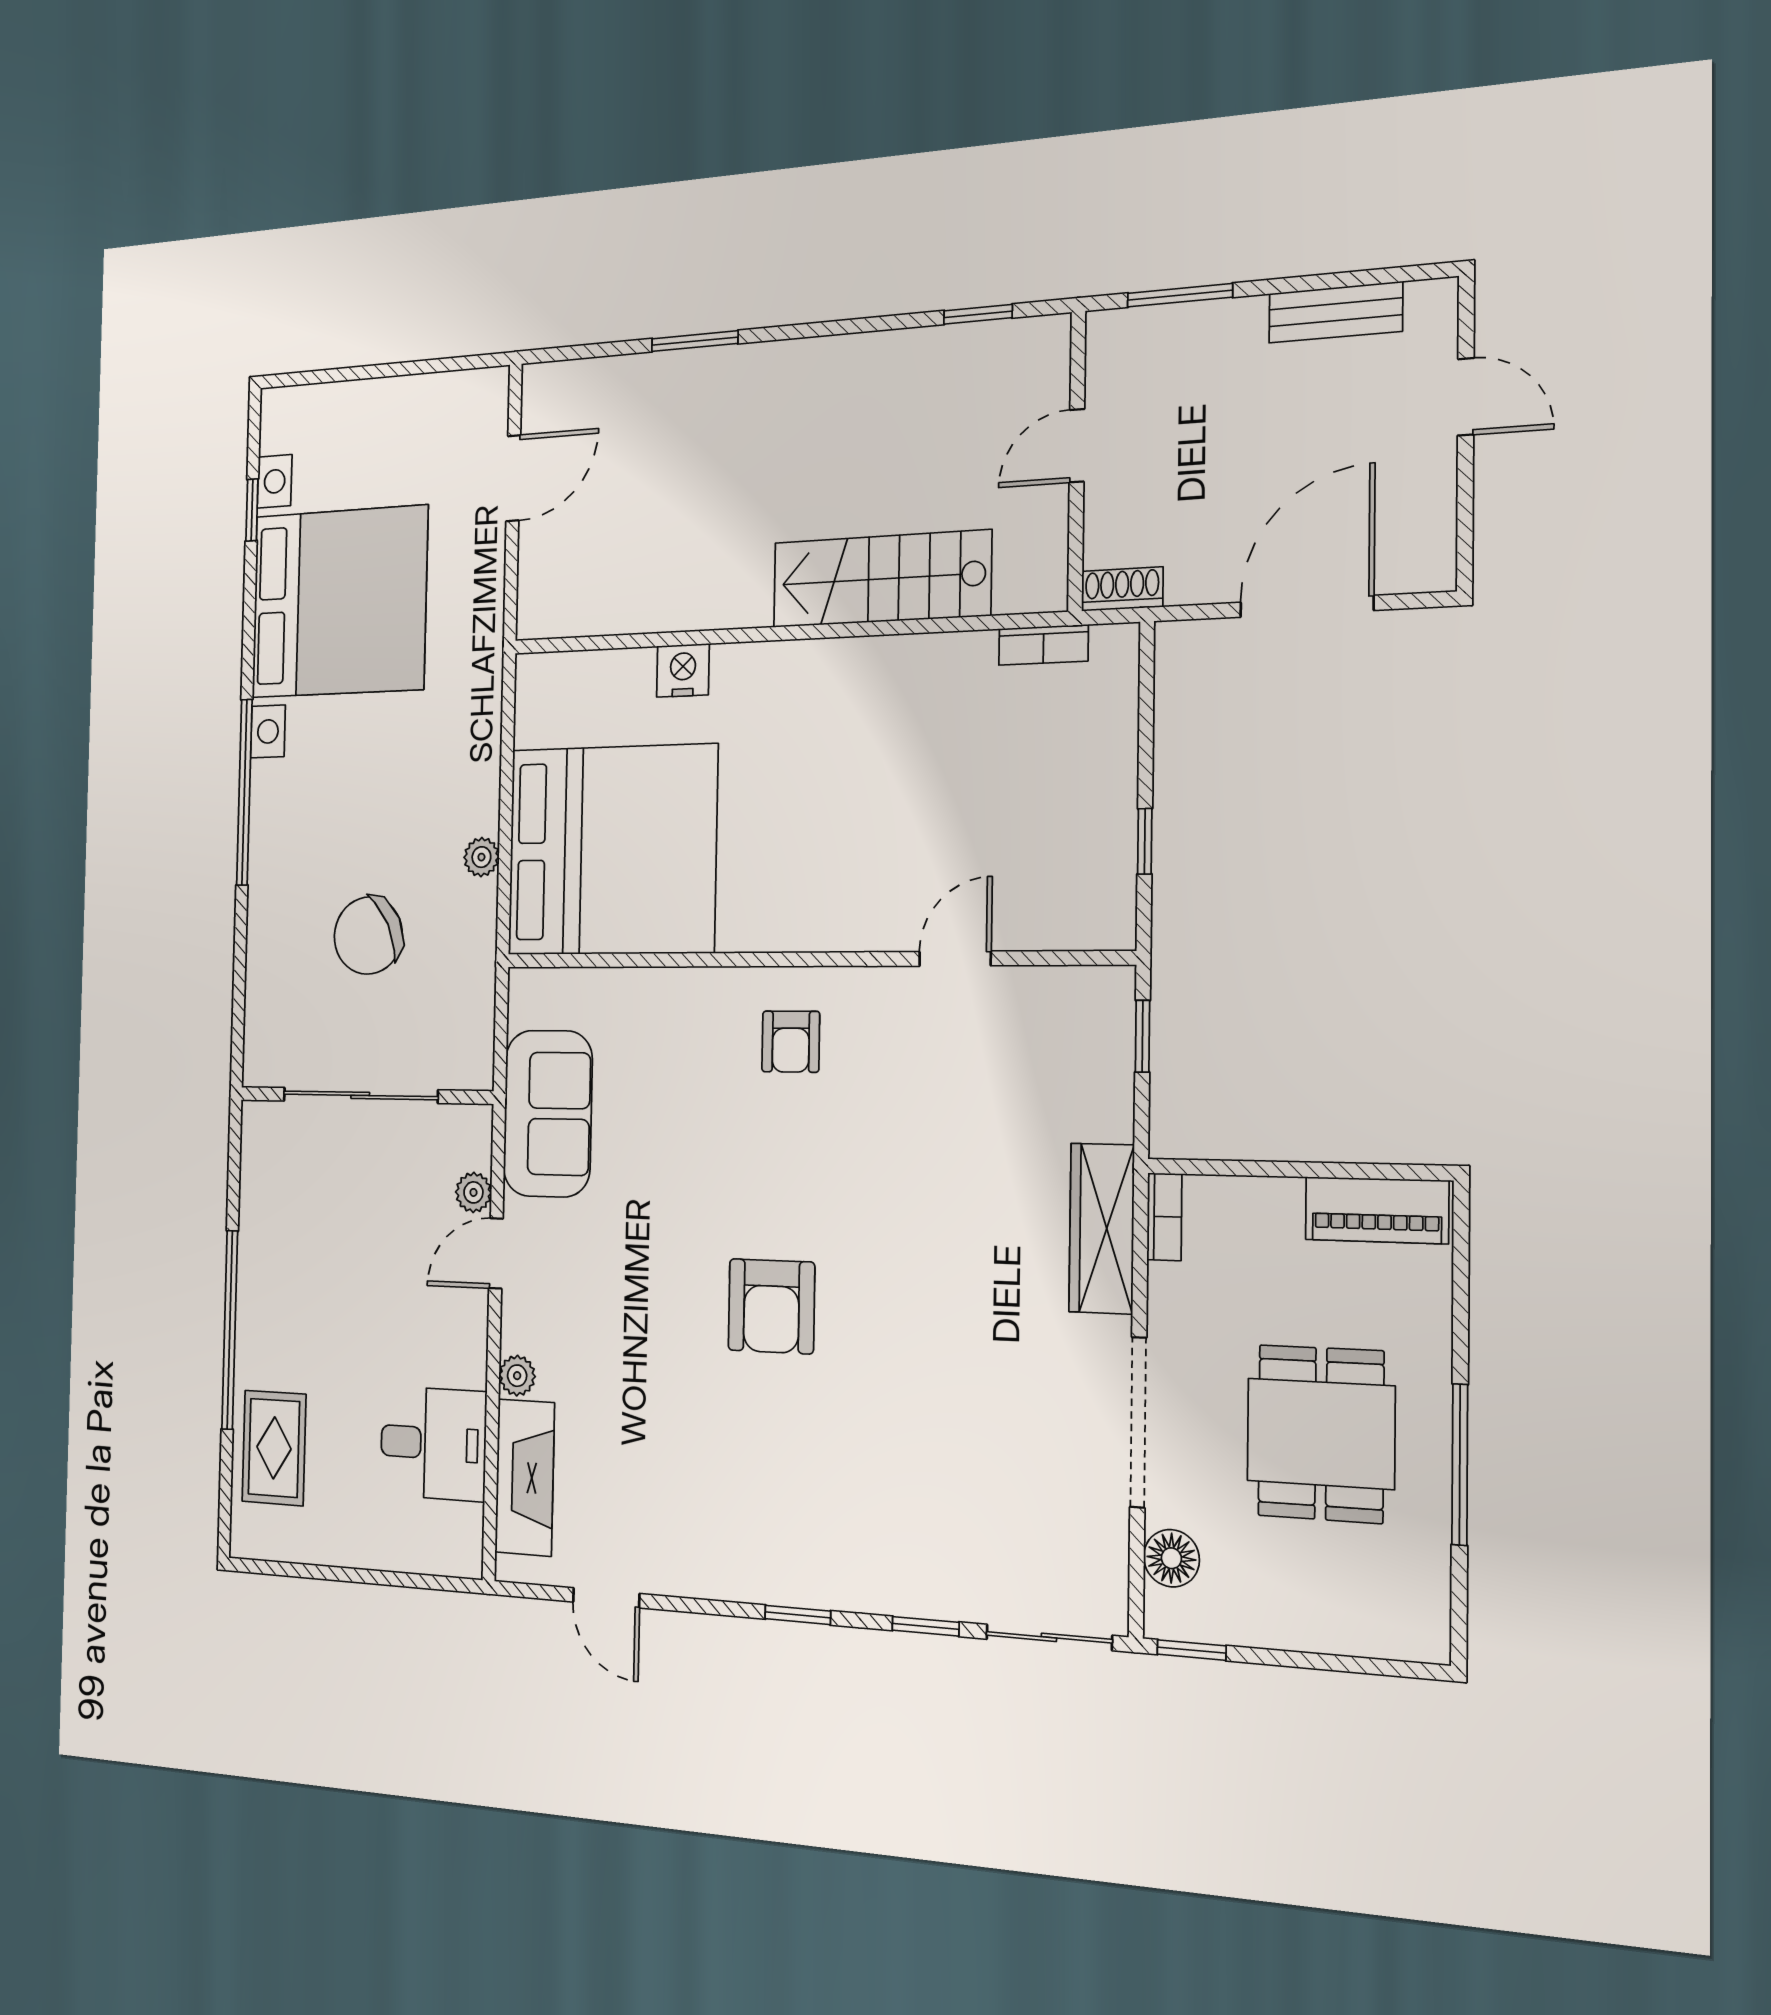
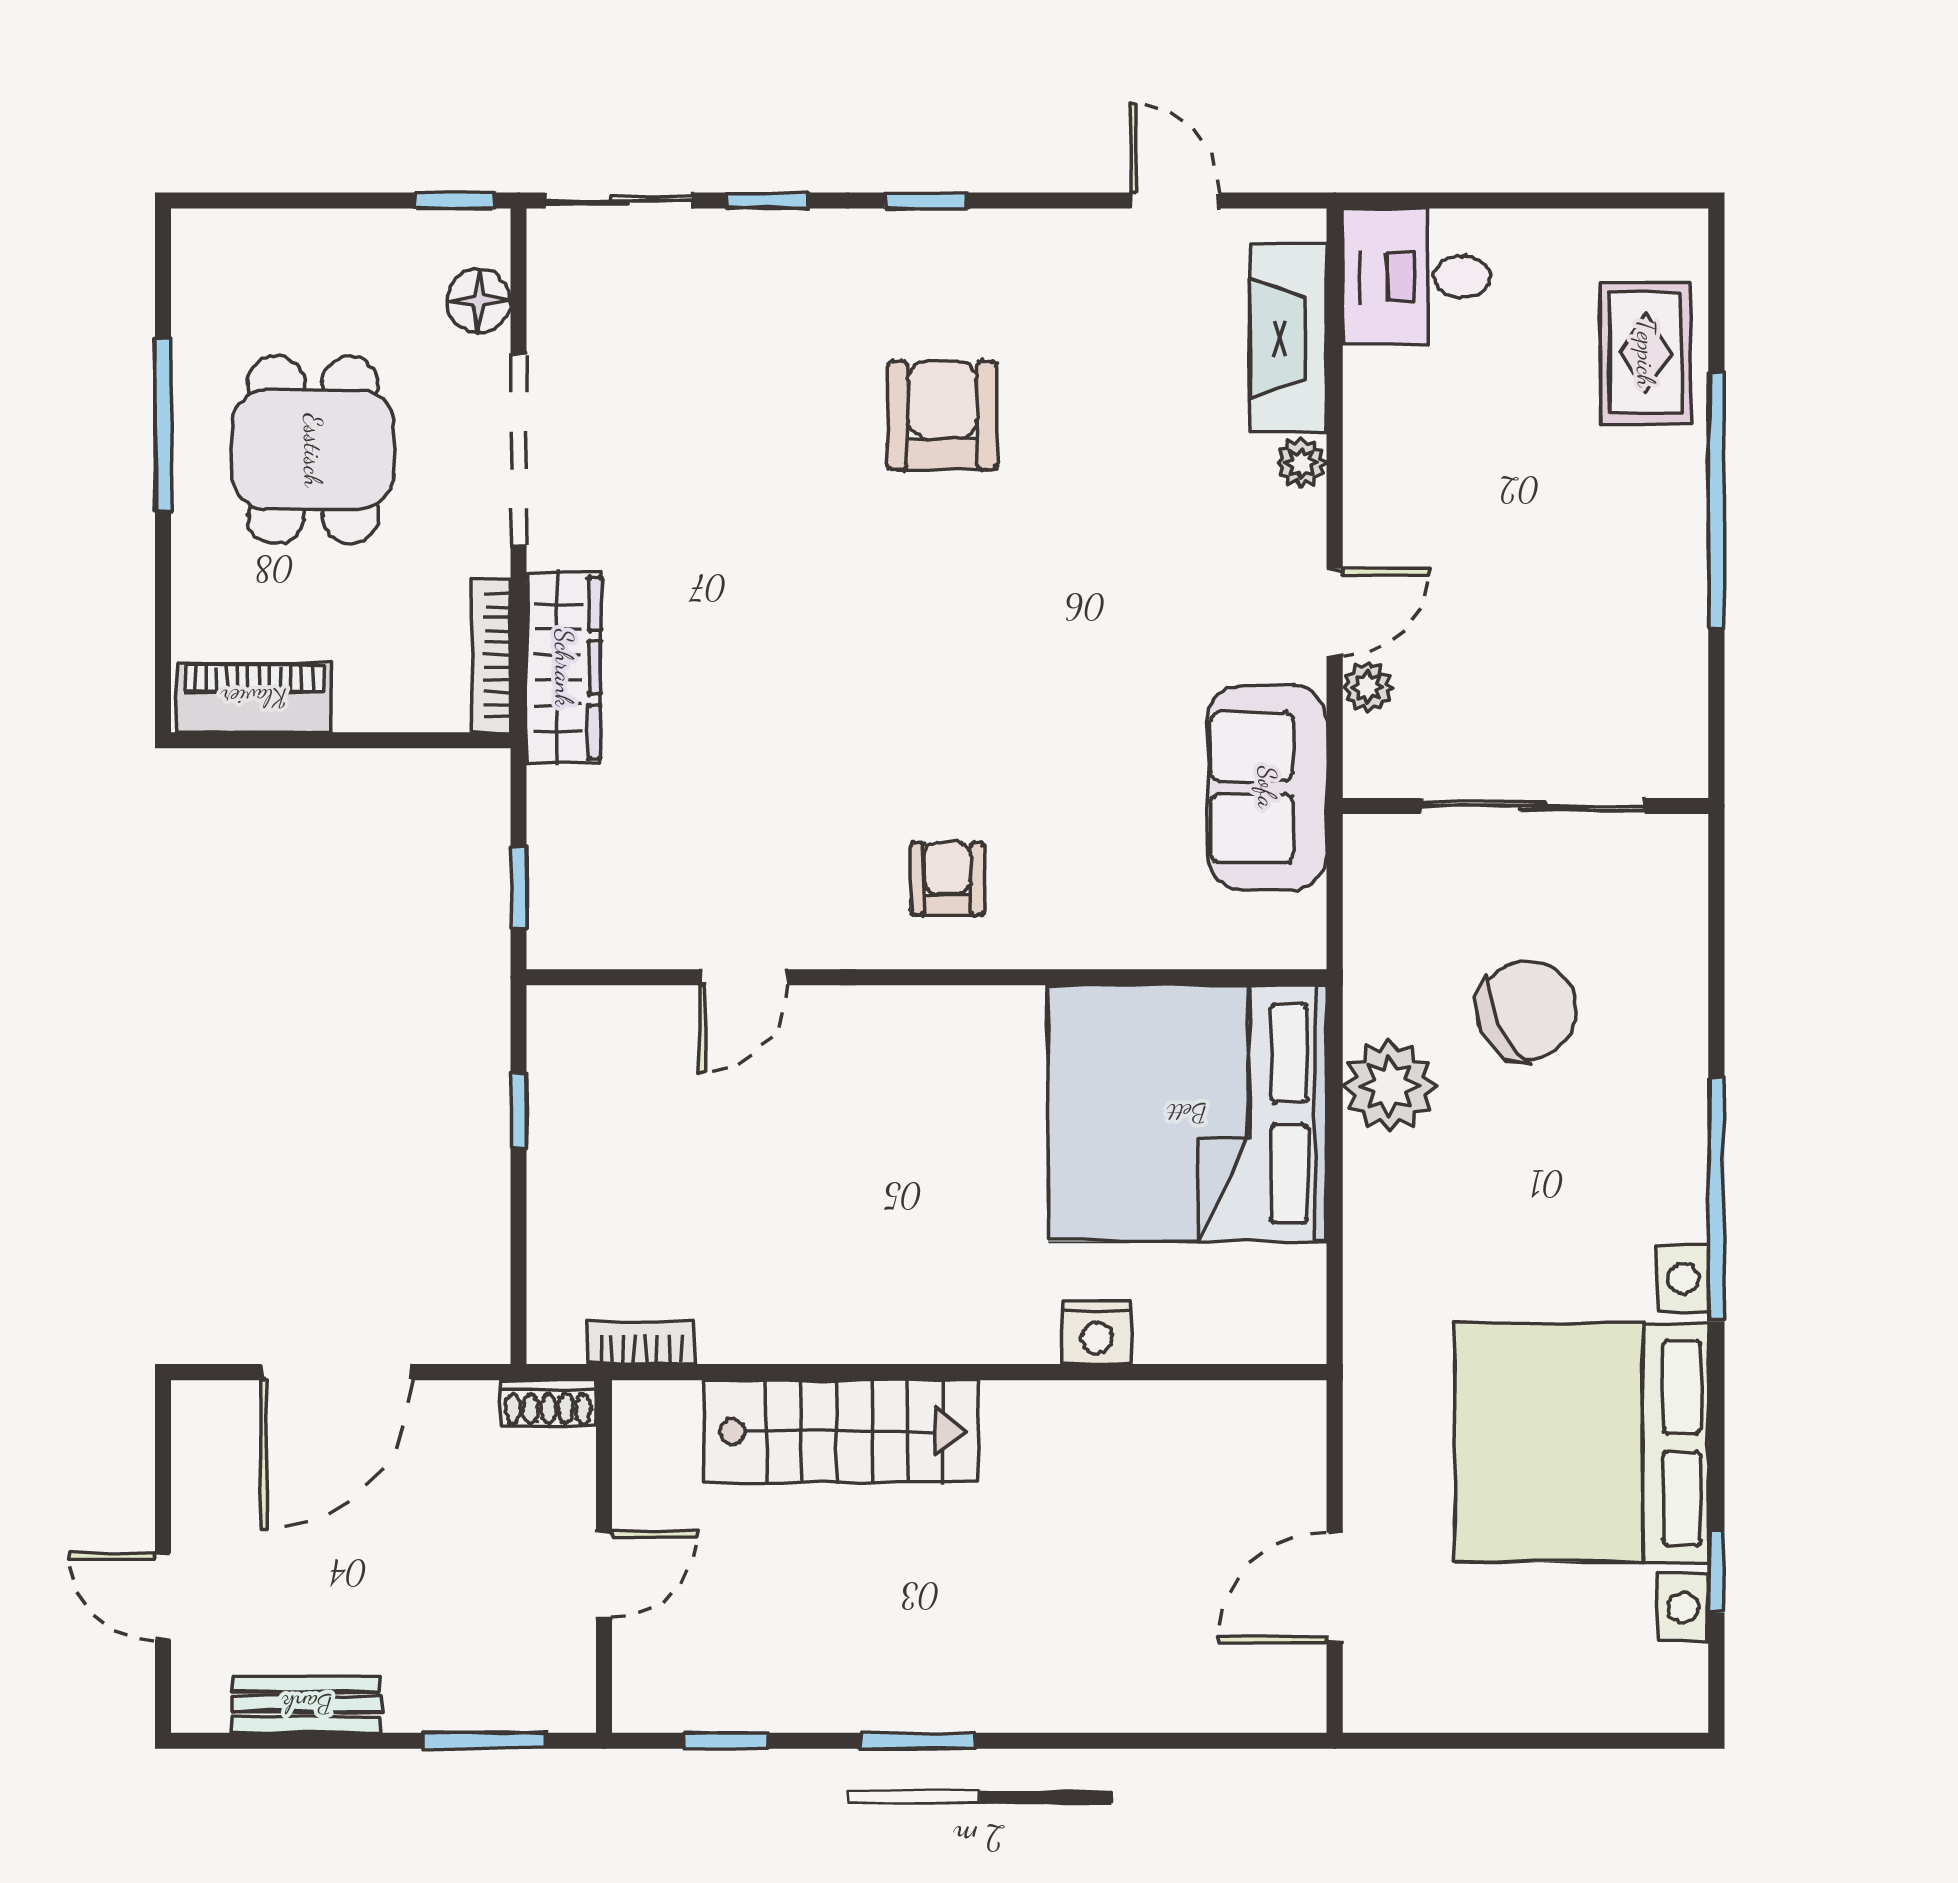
window: (695, 341) -> (918, 1741), moved
plant: (481, 857) -> (1389, 1086), width x1.88, depth x1.88
bookcase: (1164, 1217) -> (491, 656), width x1.56
armchair: (771, 1306) -> (942, 415), moved
desk: (433, 1443) -> (1416, 277), moved

